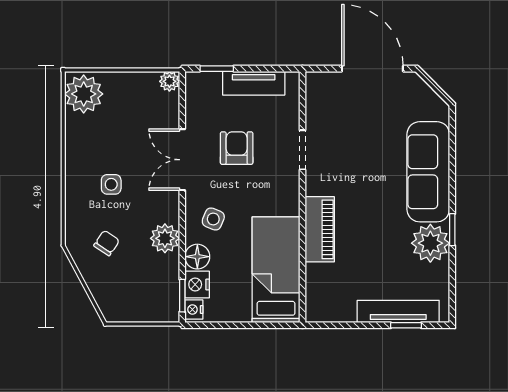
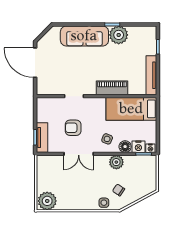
door: (372, 69) -> (35, 63), hinge flipped
plant: (169, 81) -> (41, 160), removed
tv unit: (254, 83) -> (42, 138), moved
side table: (111, 184) -> (104, 203), moved
tv unit: (398, 311) -> (151, 75), moved

